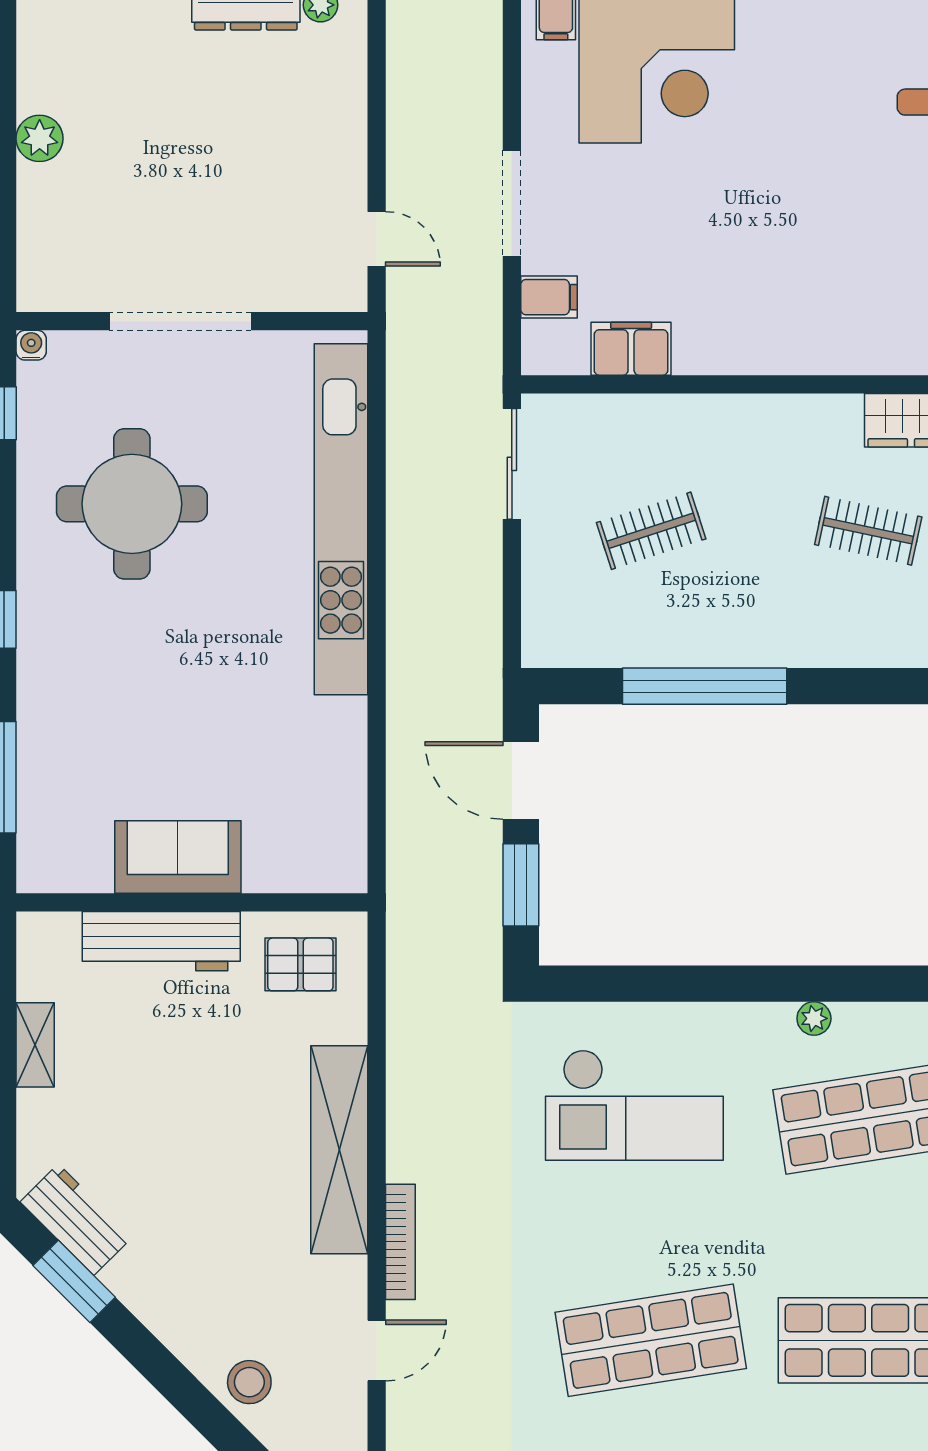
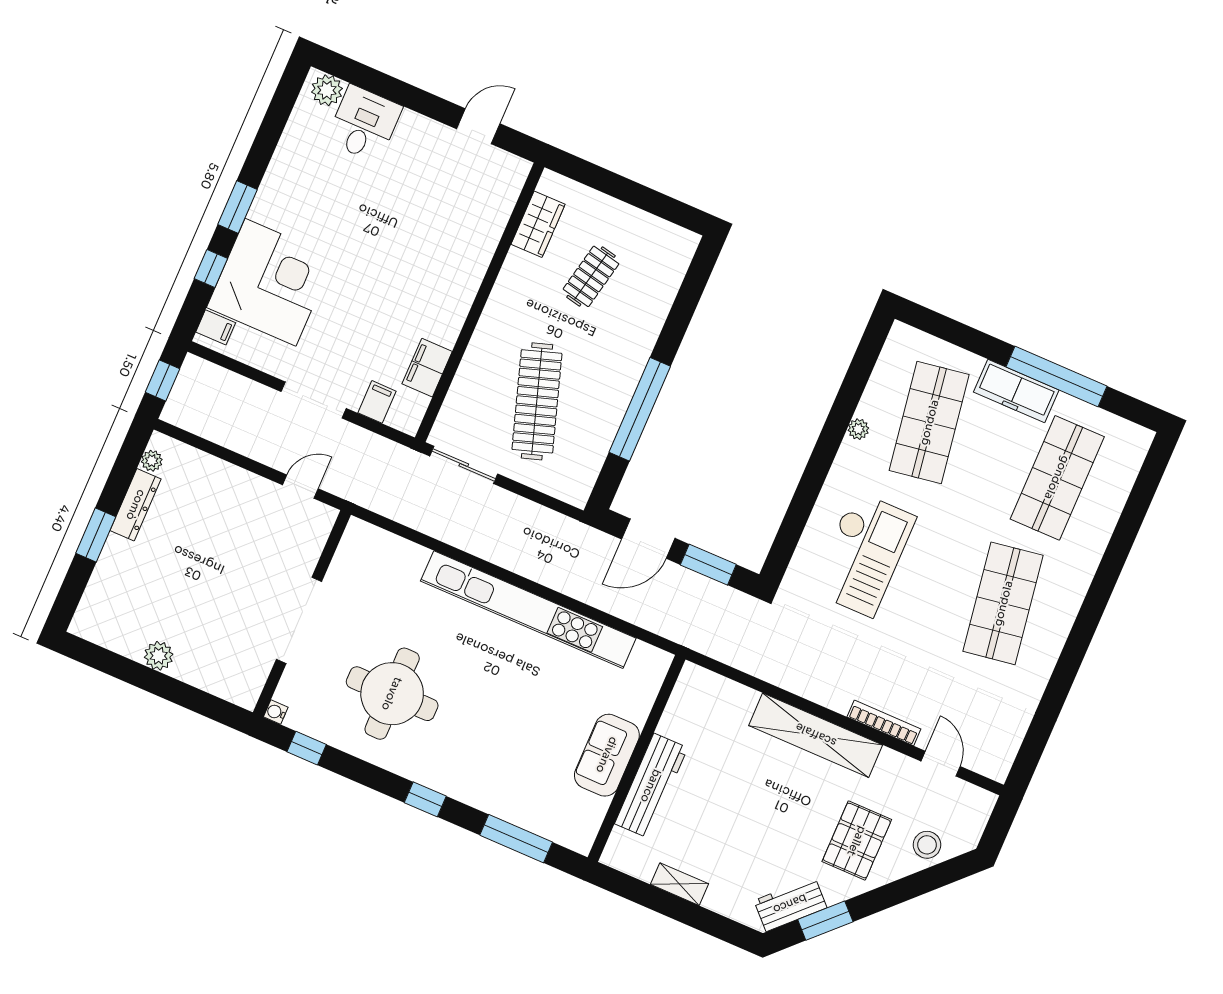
kitchen unit: (341, 519) -> (528, 610), moved
clothes rail: (651, 531) -> (537, 401), width x1.86, depth x1.31
pallet: (300, 964) -> (857, 841), moved, width x1.50, depth x1.42

